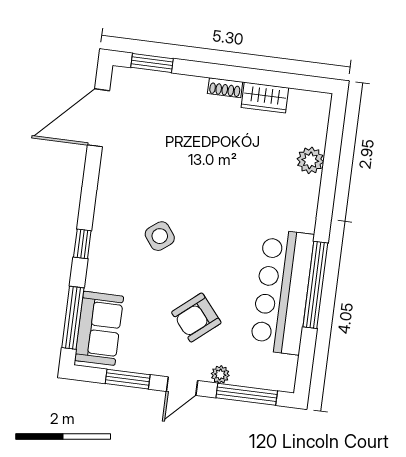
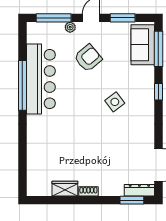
dresser: (137, 78) -> (139, 190), added
plant: (310, 160) -> (34, 156), removed

